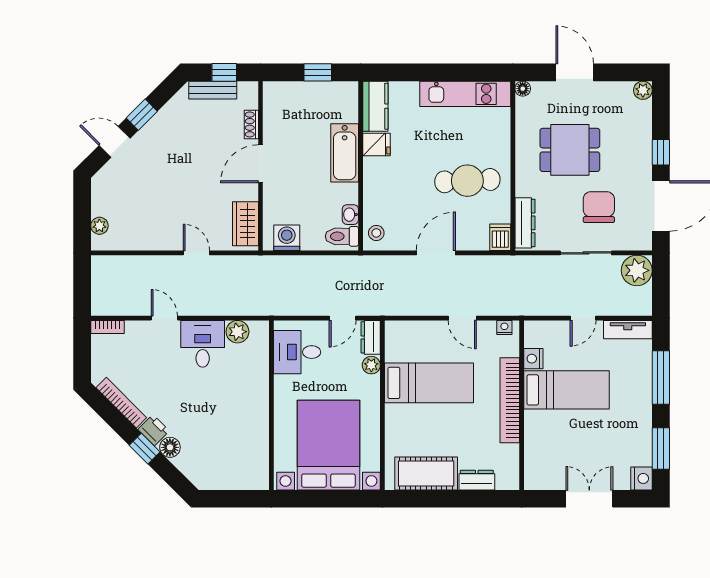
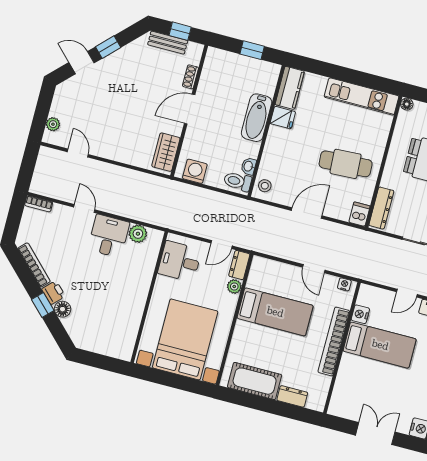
door: (196, 253) -> (78, 153), moved

